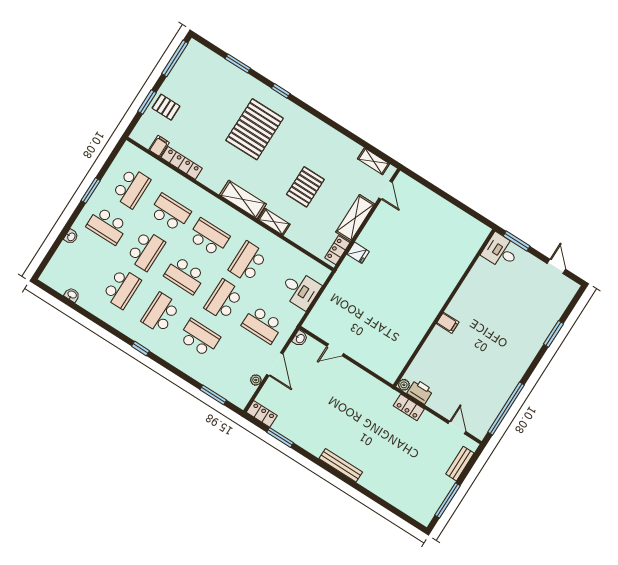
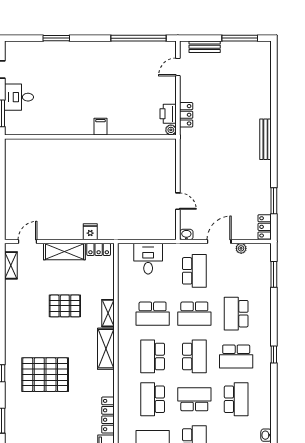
desk: (500, 251) -> (19, 97), moved, turned 90
school desk: (122, 288) -> (236, 399), turned 90

